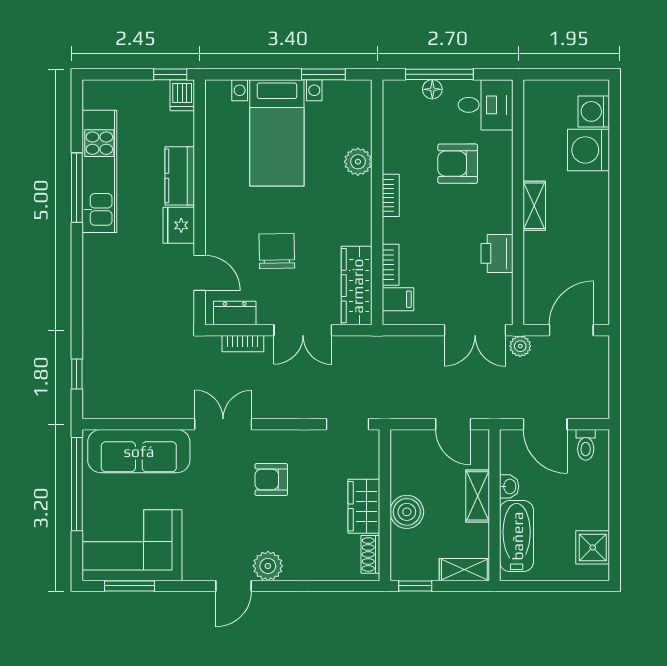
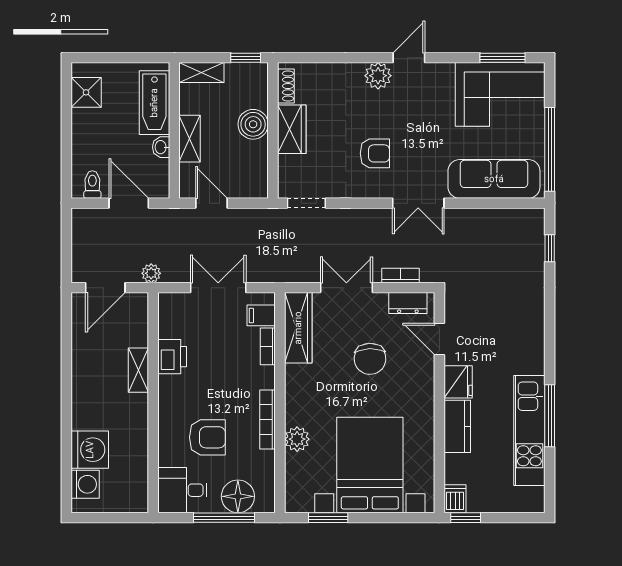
floor lamp: (432, 89) -> (238, 496), width x1.89, depth x1.89
bed with nightstands: (277, 133) -> (370, 465), width x1.36
bookcase: (391, 195) -> (268, 420), width x1.56
shelving: (534, 206) -> (138, 370), moved
double door: (475, 330) -> (218, 288), moved

